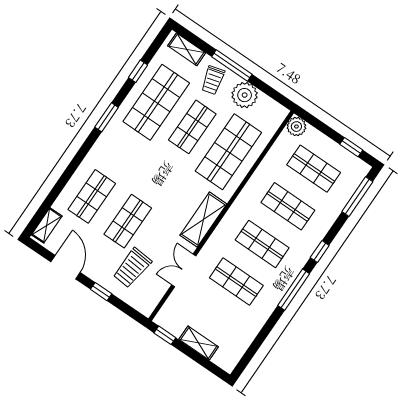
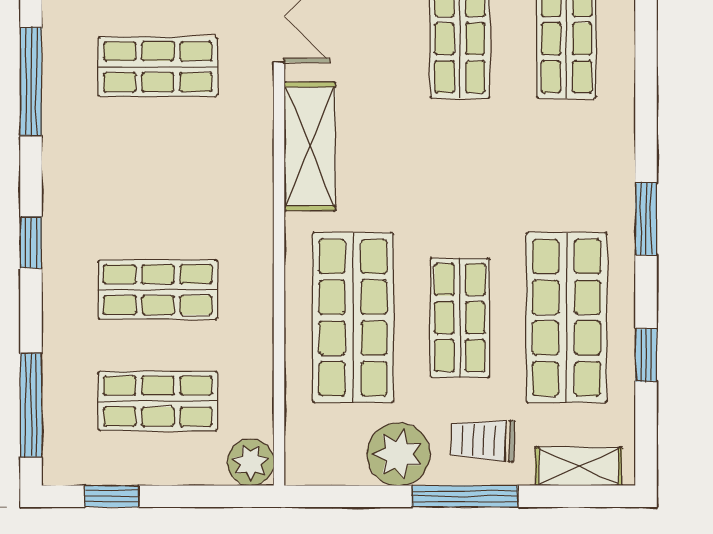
trolley: (213, 80) -> (483, 440), turned -73
shop shelf: (262, 244) -> (158, 178), removed
window: (294, 290) -> (31, 82), moved

